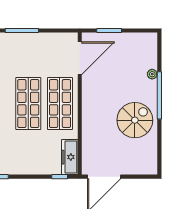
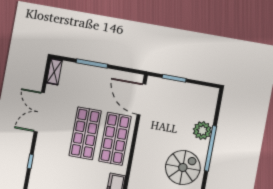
door: (80, 58) -> (141, 99), swing flipped
plant: (152, 74) -> (202, 130), width x1.88, depth x1.88

